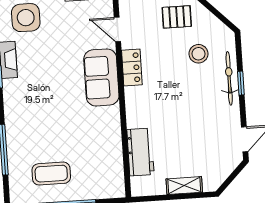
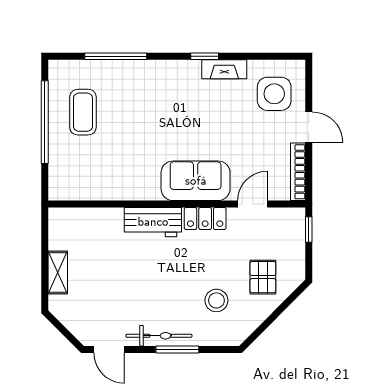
bicycle: (229, 78) -> (159, 336), moved
window: (241, 83) -> (177, 349), width x1.50
workbench: (140, 152) -> (153, 222), moved

